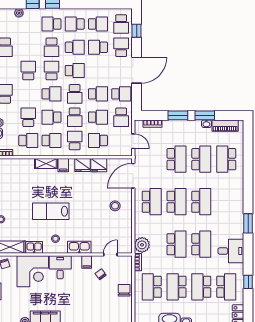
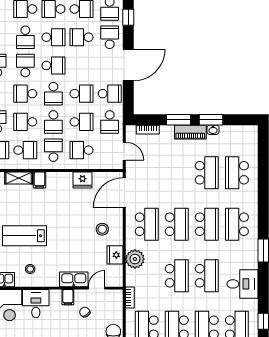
school desk: (51, 94) -> (25, 94), turned 180
piano: (225, 126) -> (190, 132), moved
school desk: (177, 159) -> (237, 224), moved, turned 180
fridge: (82, 165) -> (115, 255), moved, turned 90
plant: (142, 245) -> (135, 259), moved
kitchen sink: (79, 247) -> (74, 279), moved

